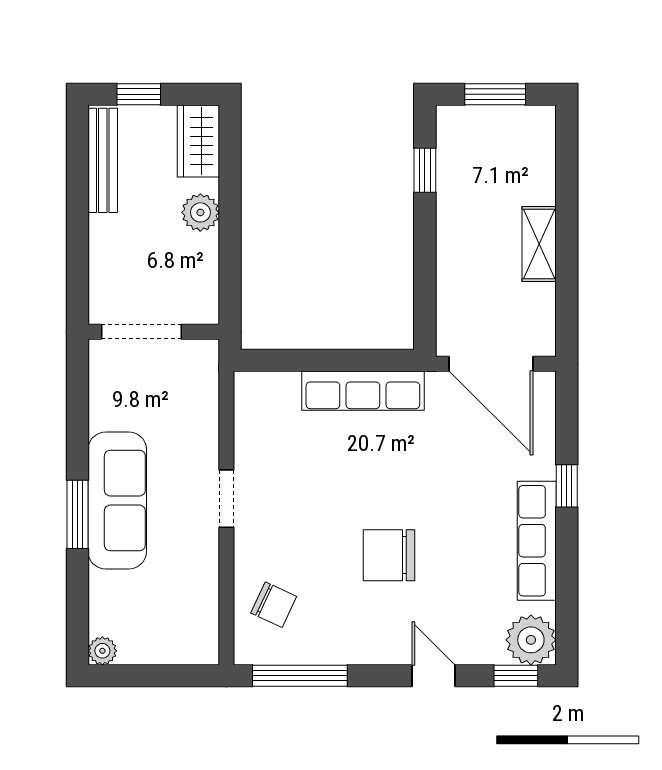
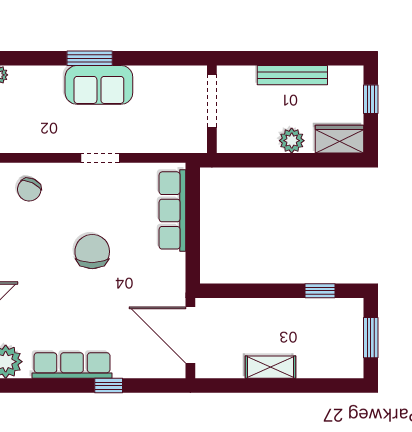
bench: (103, 160) -> (292, 75), moved
door: (491, 364) -> (190, 335), hinge flipped
row of seats: (363, 391) -> (172, 210), moved
sofa: (117, 500) -> (99, 85), width x0.73
chair: (389, 555) -> (92, 252), moved

